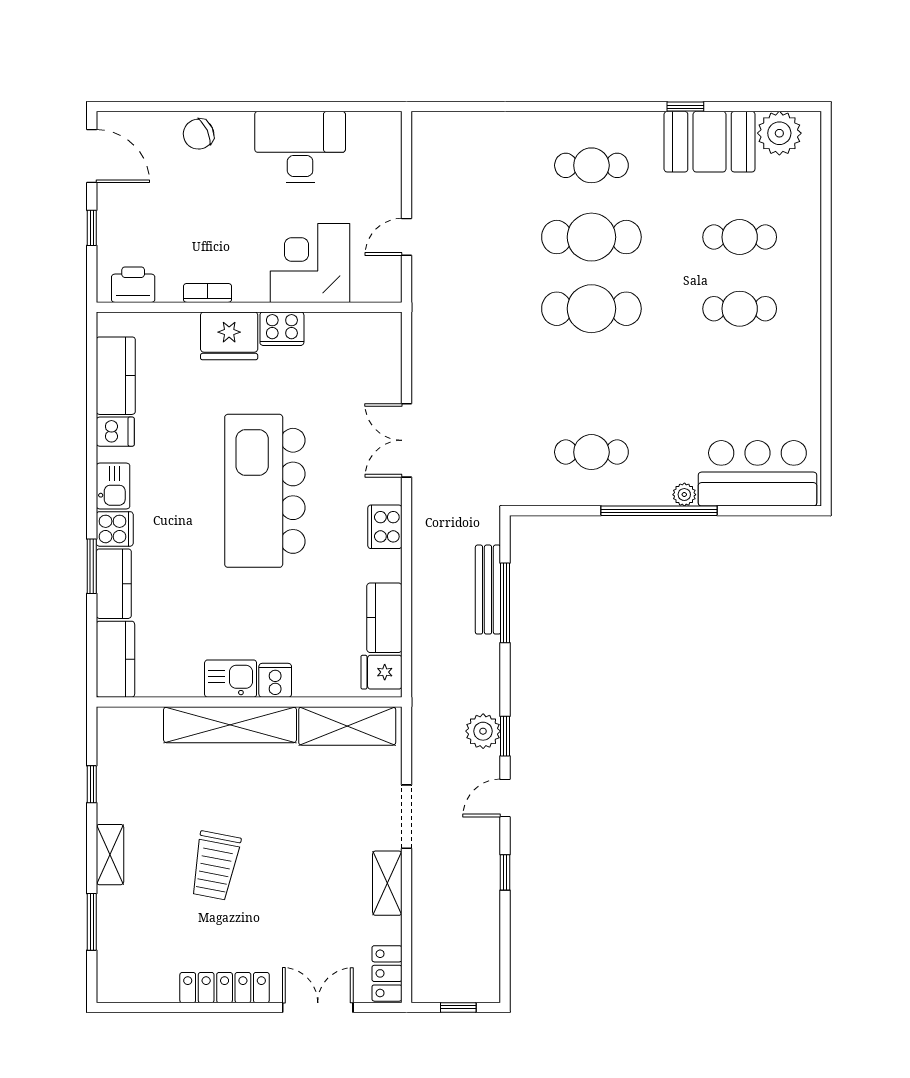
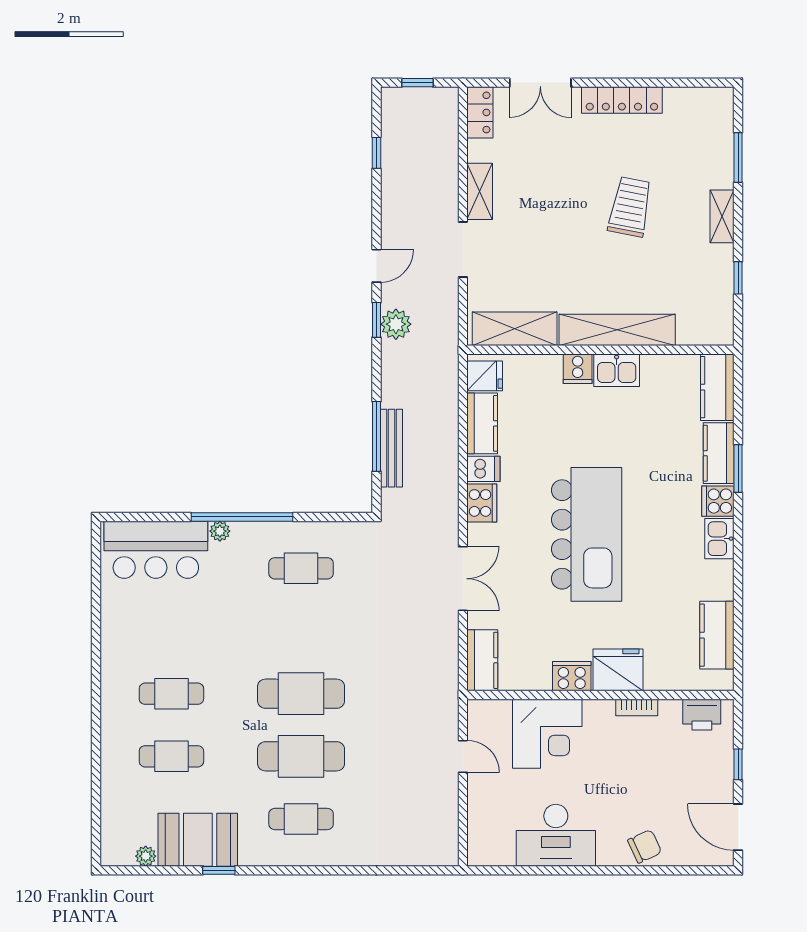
plant: (779, 133) -> (146, 856), width x0.53, depth x0.53
door: (406, 237) -> (463, 756), hinge flipped
kitchen counter: (384, 347) -> (482, 660), added
dishwasher: (115, 432) -> (483, 469), moved, turned 180
window: (505, 872) -> (377, 153), moved

